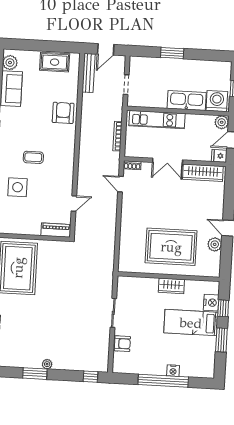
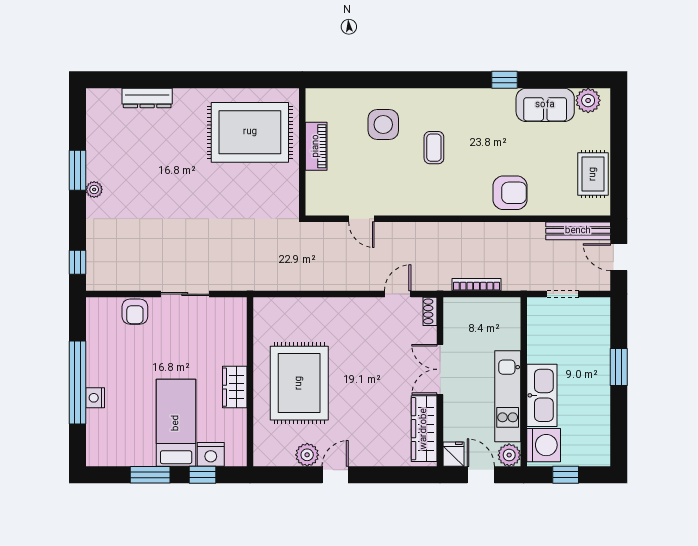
kitchen unit: (157, 120) -> (508, 396), moved
piano: (56, 230) -> (316, 146), moved

